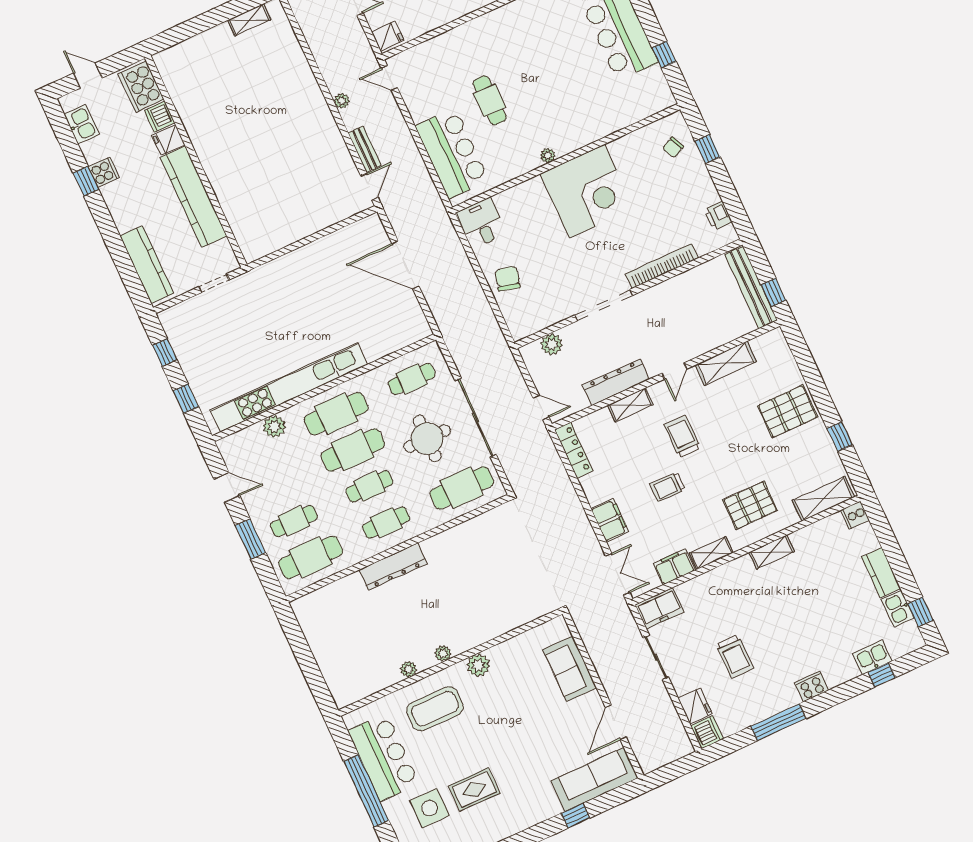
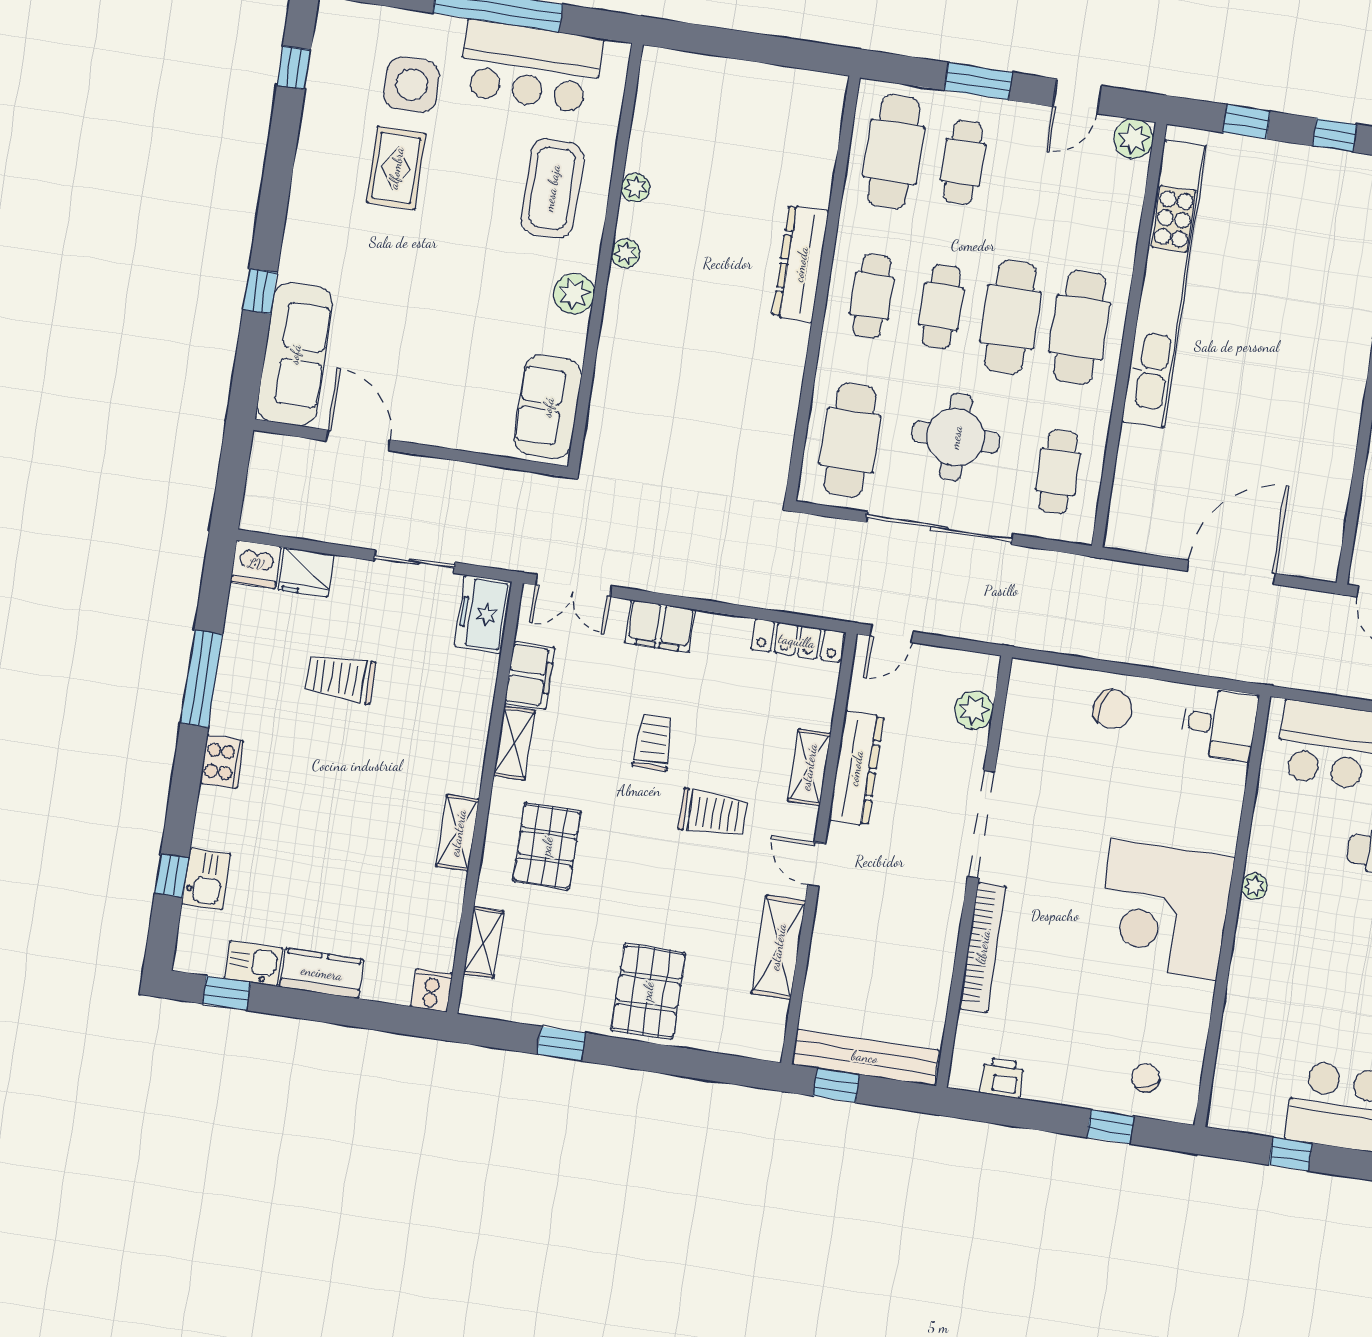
plant: (274, 426) -> (1134, 139), moved
shelving: (823, 499) -> (483, 943), width x0.67, depth x0.75
sofa: (570, 669) -> (548, 407), moved, turned -90

